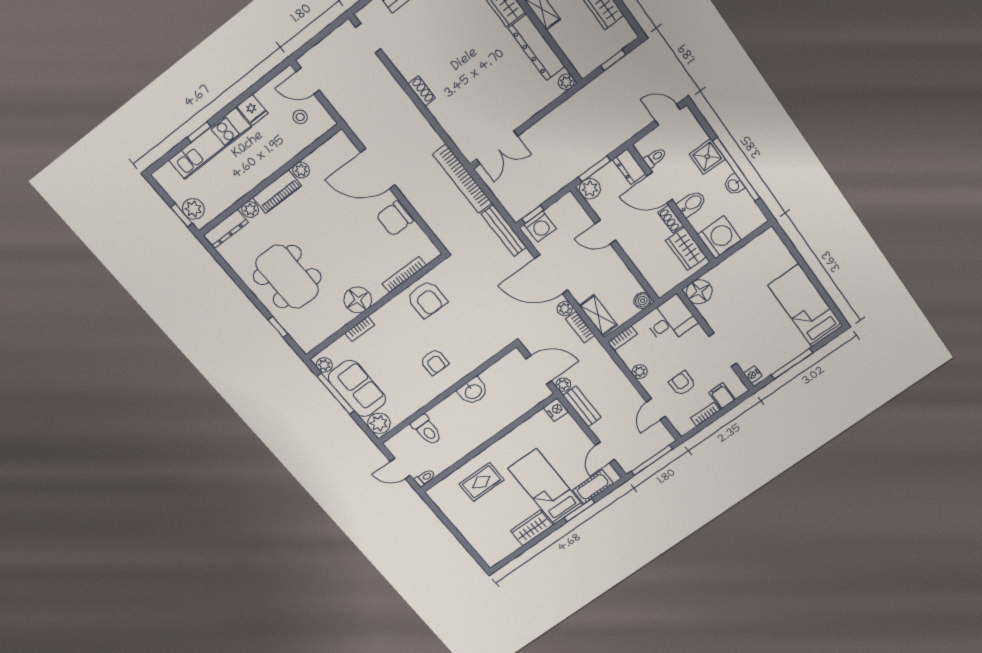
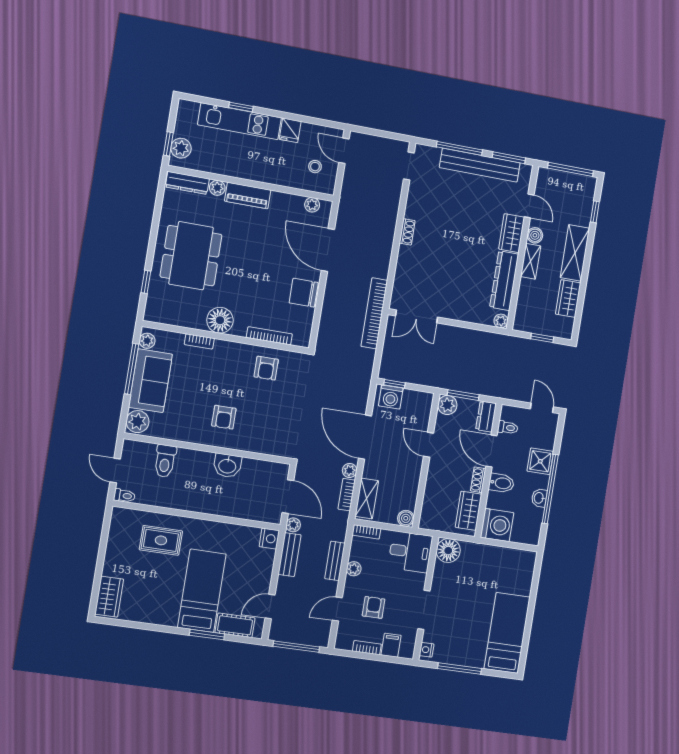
plant: (301, 170) -> (312, 205), moved
bench: (504, 231) -> (335, 561), moved, width x0.73
armchair: (427, 299) -> (266, 368), width x0.72, depth x0.72
wardrobe: (532, 528) -> (109, 597), moved, turned 90

